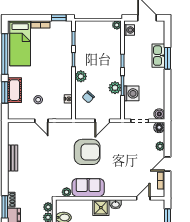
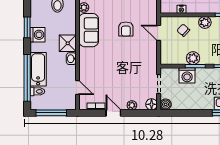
door: (102, 121) -> (159, 33), moved
armchair: (87, 152) -> (126, 29), width x0.53, depth x0.53

